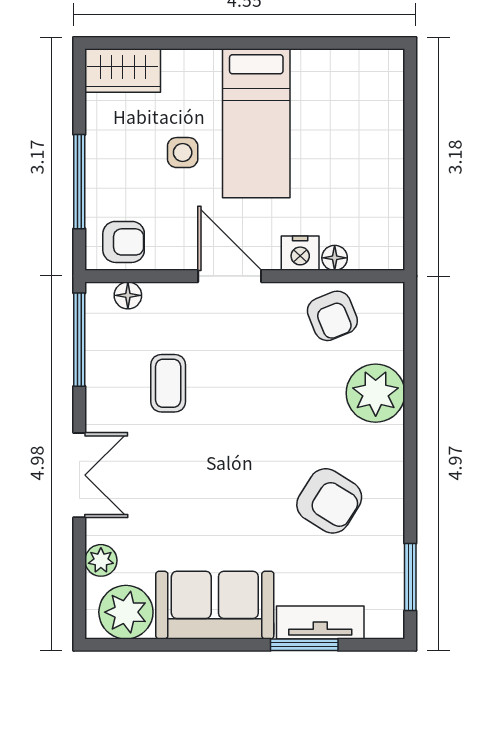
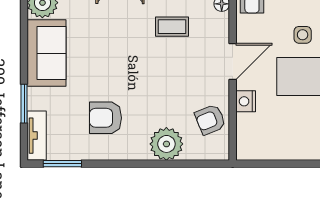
floor lamp: (335, 258) -> (243, 121), removed
armchair: (329, 501) -> (105, 118), turned 58
tv unit: (320, 623) -> (37, 136), moved

